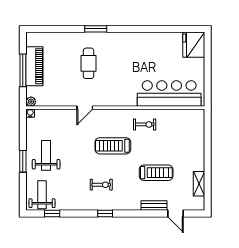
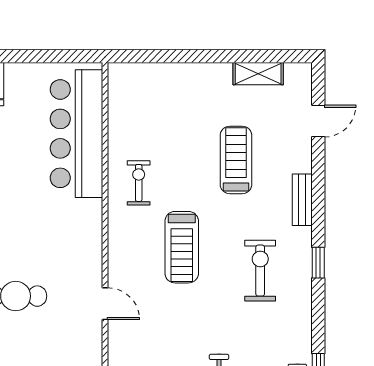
exercise bike: (101, 185) -> (260, 271), width x1.38, depth x1.39
bench: (154, 206) -> (302, 200), moved

